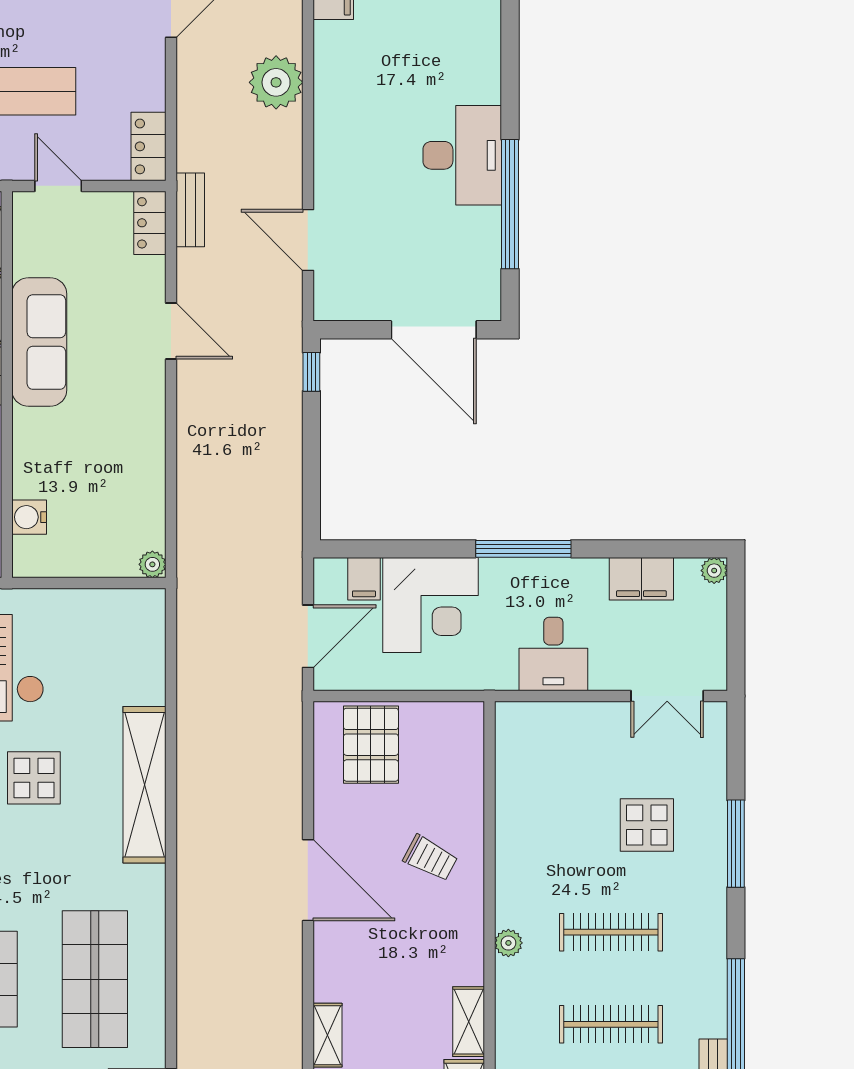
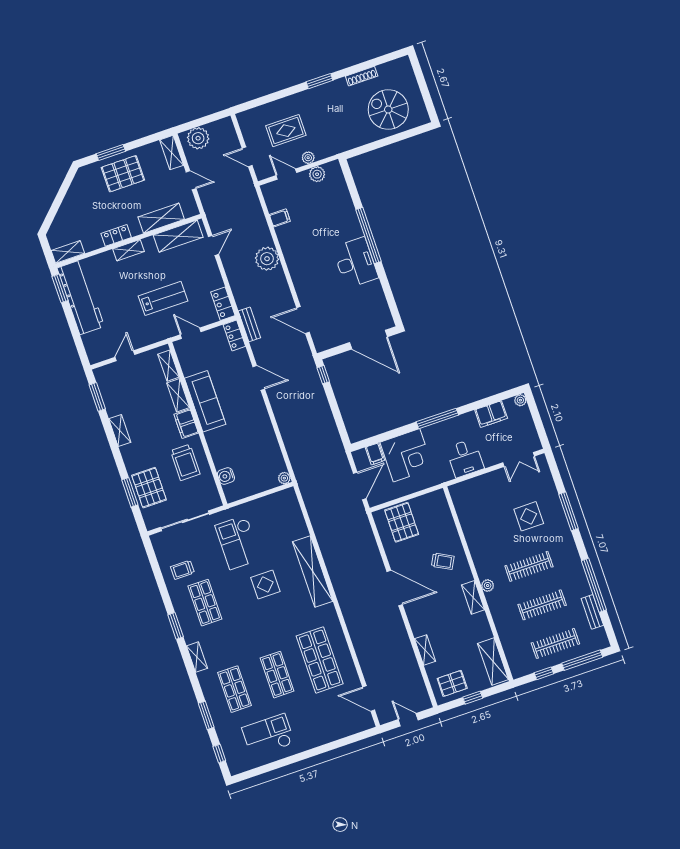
window: (510, 204) -> (368, 235), moved
shelving: (469, 1022) -> (473, 597), moved

